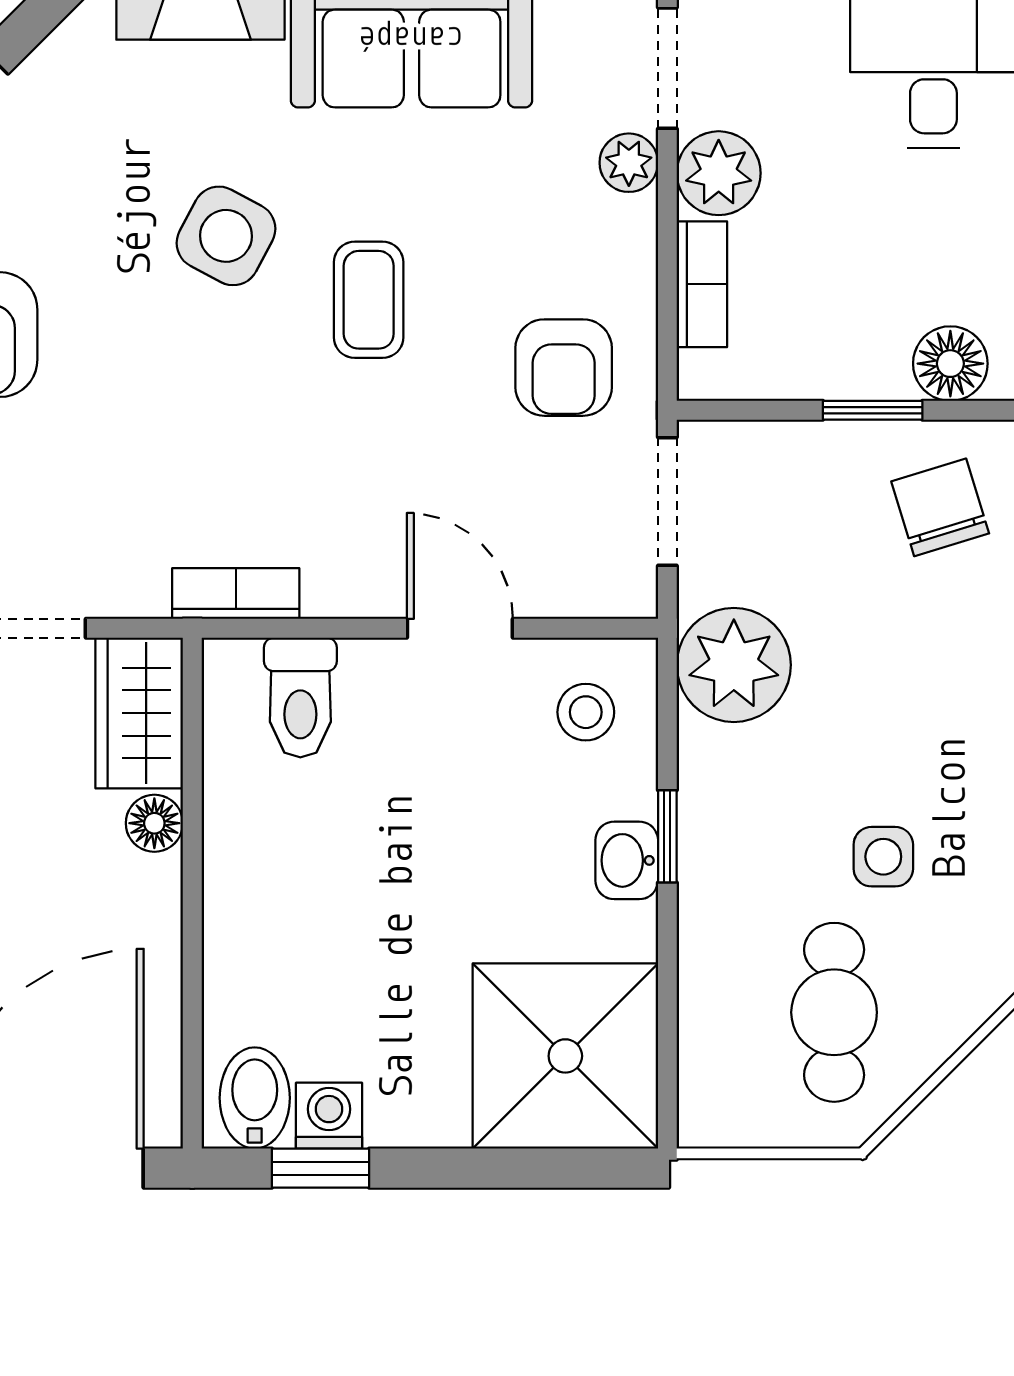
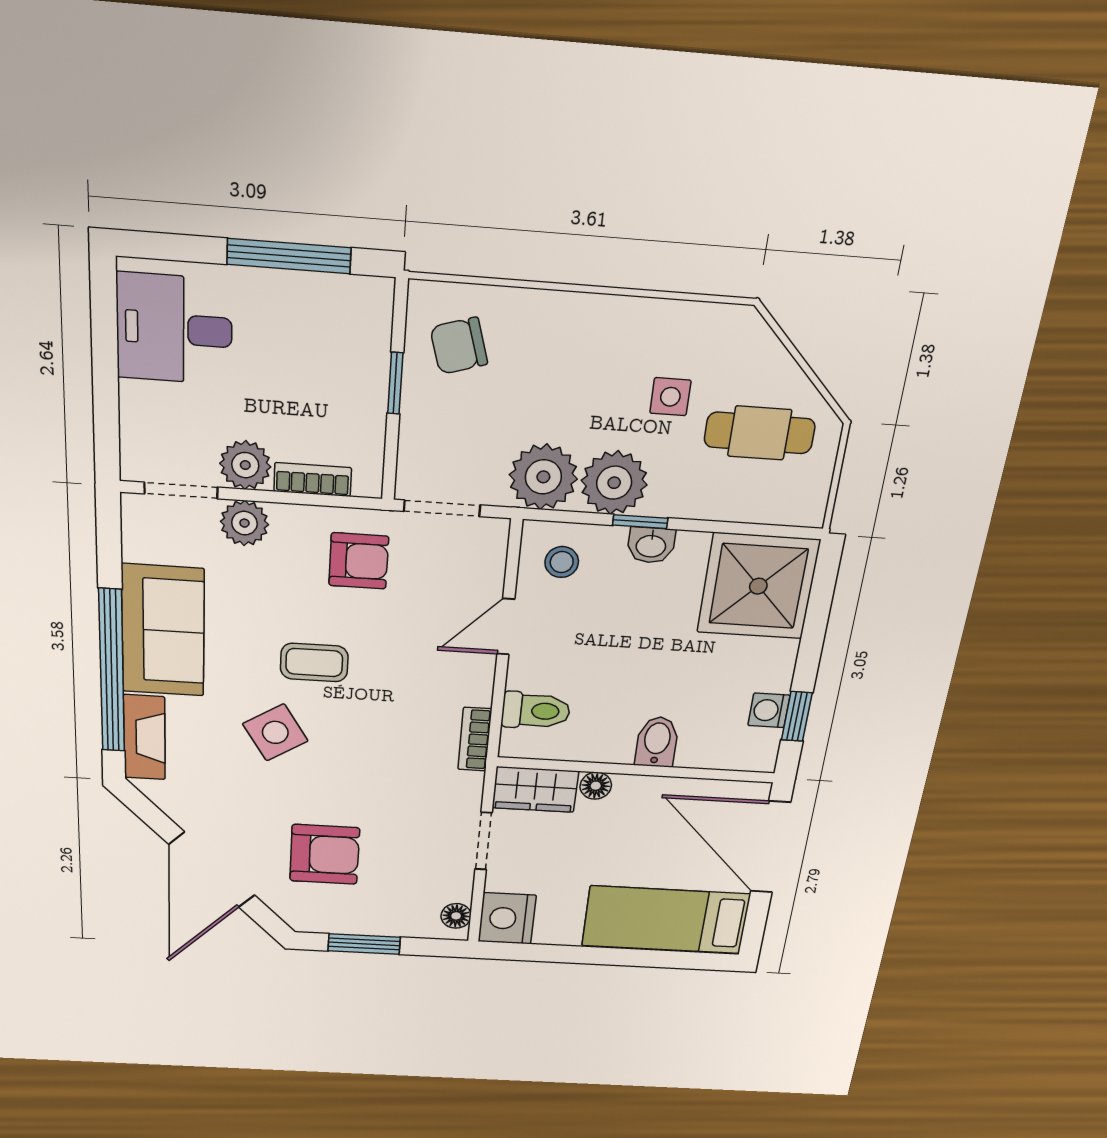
plant: (629, 163) -> (244, 523), width x1.38, depth x1.38
side table: (226, 236) -> (275, 732), turned 30
floor lamp: (950, 364) -> (369, 333), removed
plant: (732, 784) -> (614, 483), added
bidet: (255, 1098) -> (657, 742), moved, turned 90

